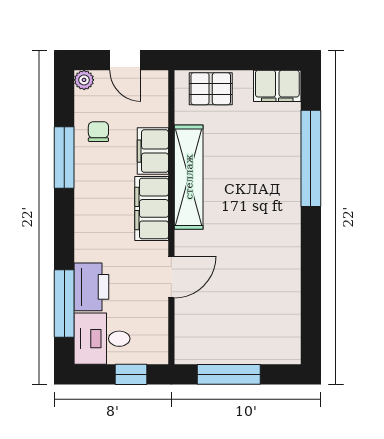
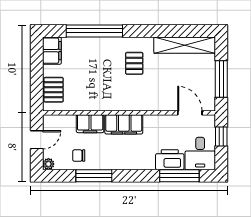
shelving: (189, 177) -> (185, 45), moved
pallet: (256, 226) -> (134, 63), added
door: (171, 277) -> (190, 113), moved

